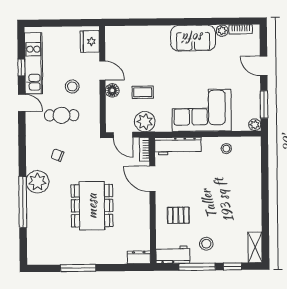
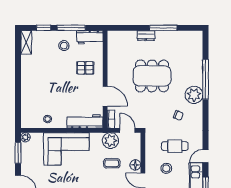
door: (22, 103) -> (206, 156), hinge flipped
dining table: (92, 206) -> (152, 76), turned 90
dresser: (139, 257) -> (146, 36), moved

